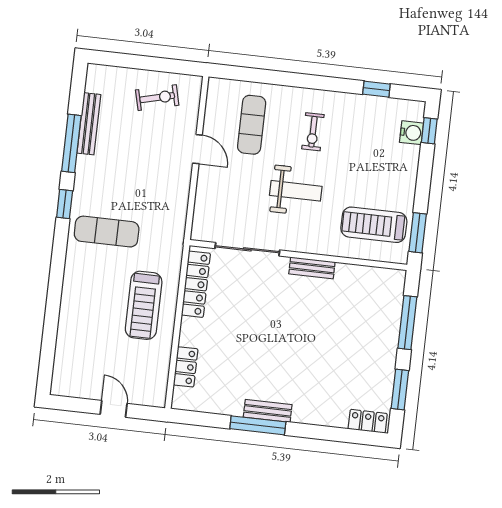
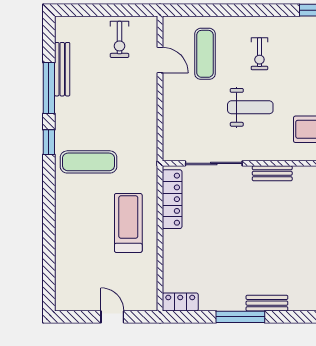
exercise bike: (157, 98) -> (120, 39), turned 104
door: (197, 149) -> (160, 60), moved
treadmill: (144, 305) -> (128, 223), turned 180
locker: (186, 367) -> (180, 302), moved, turned -90
bench: (268, 411) -> (267, 303), moved

